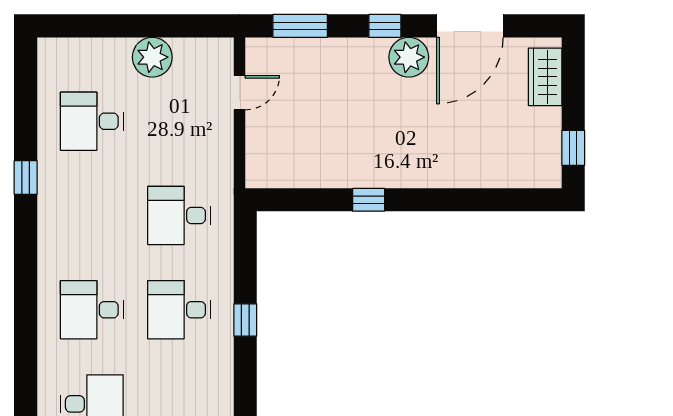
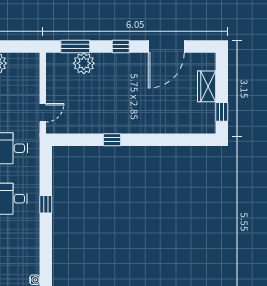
plant: (409, 57) -> (84, 63), moved
wardrobe: (545, 77) -> (207, 86), moved
door: (240, 93) -> (43, 113), moved

